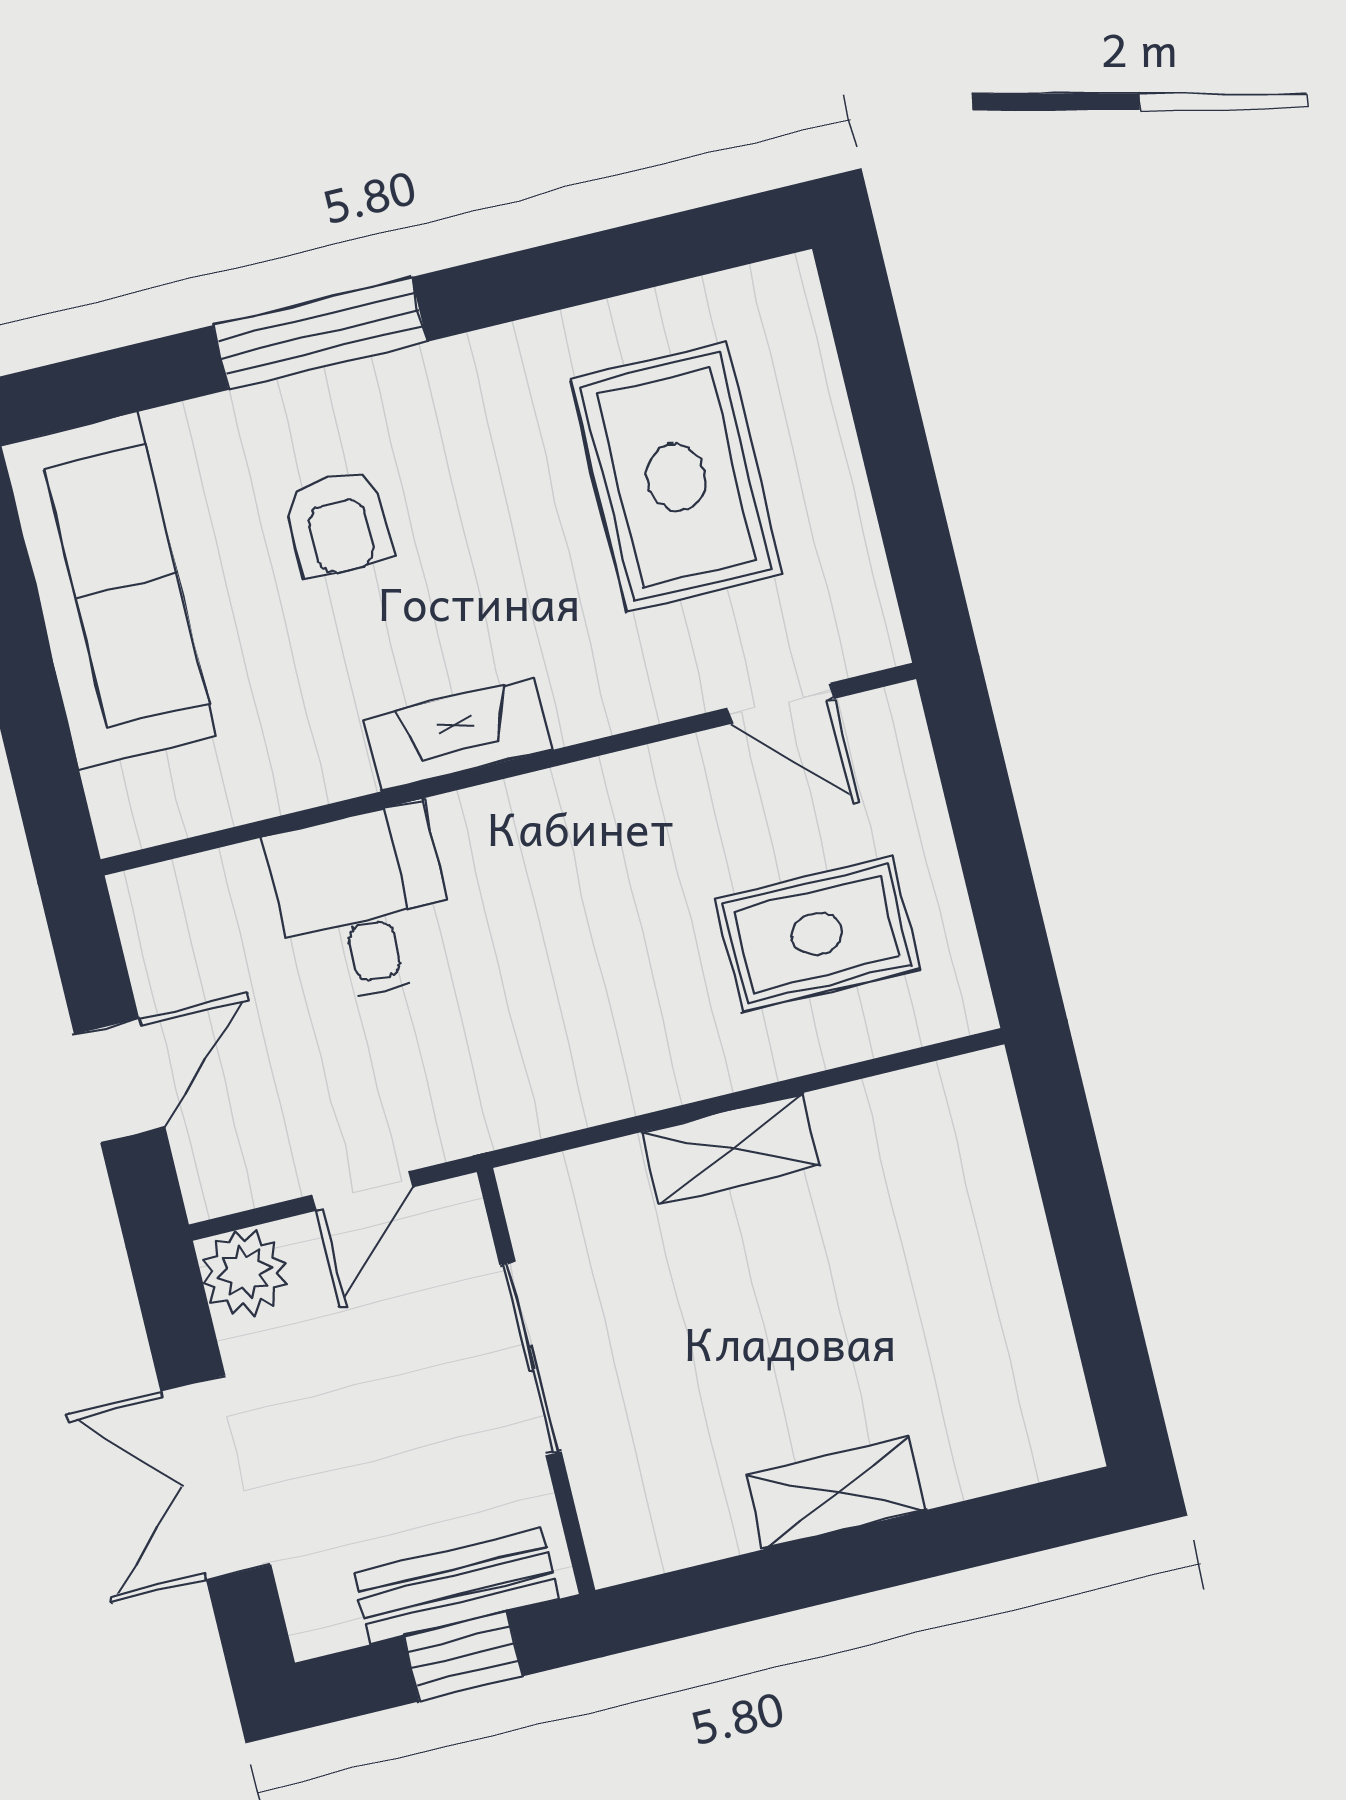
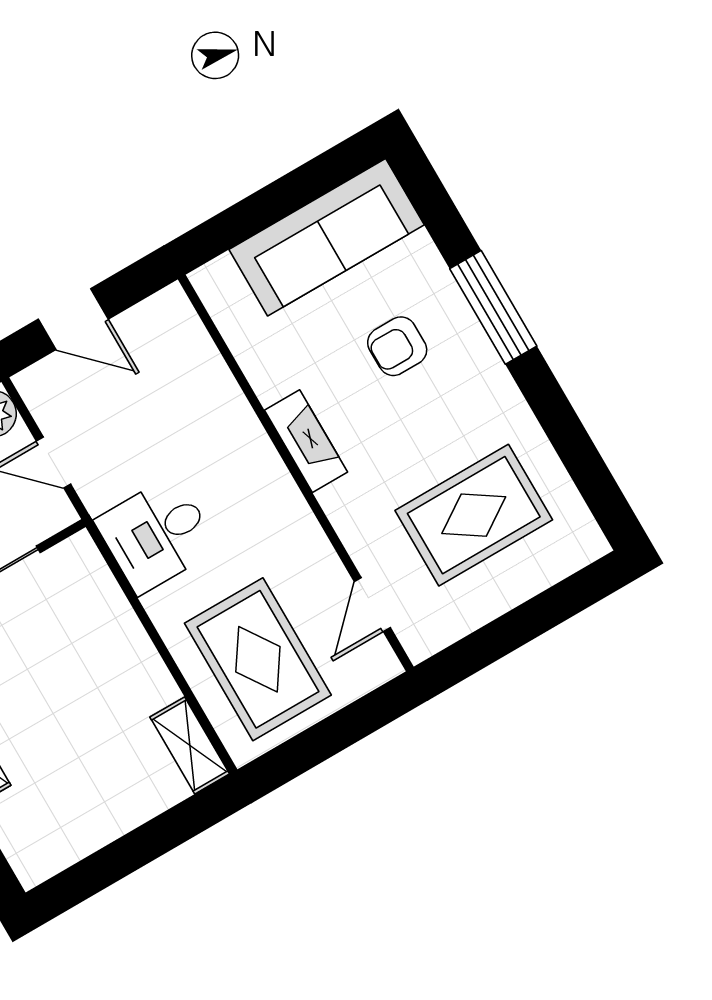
desk: (363, 904) -> (157, 535), moved, turned 180
rug: (817, 934) -> (258, 659), width x1.36, depth x1.43
shelving: (731, 1149) -> (190, 745), moved

